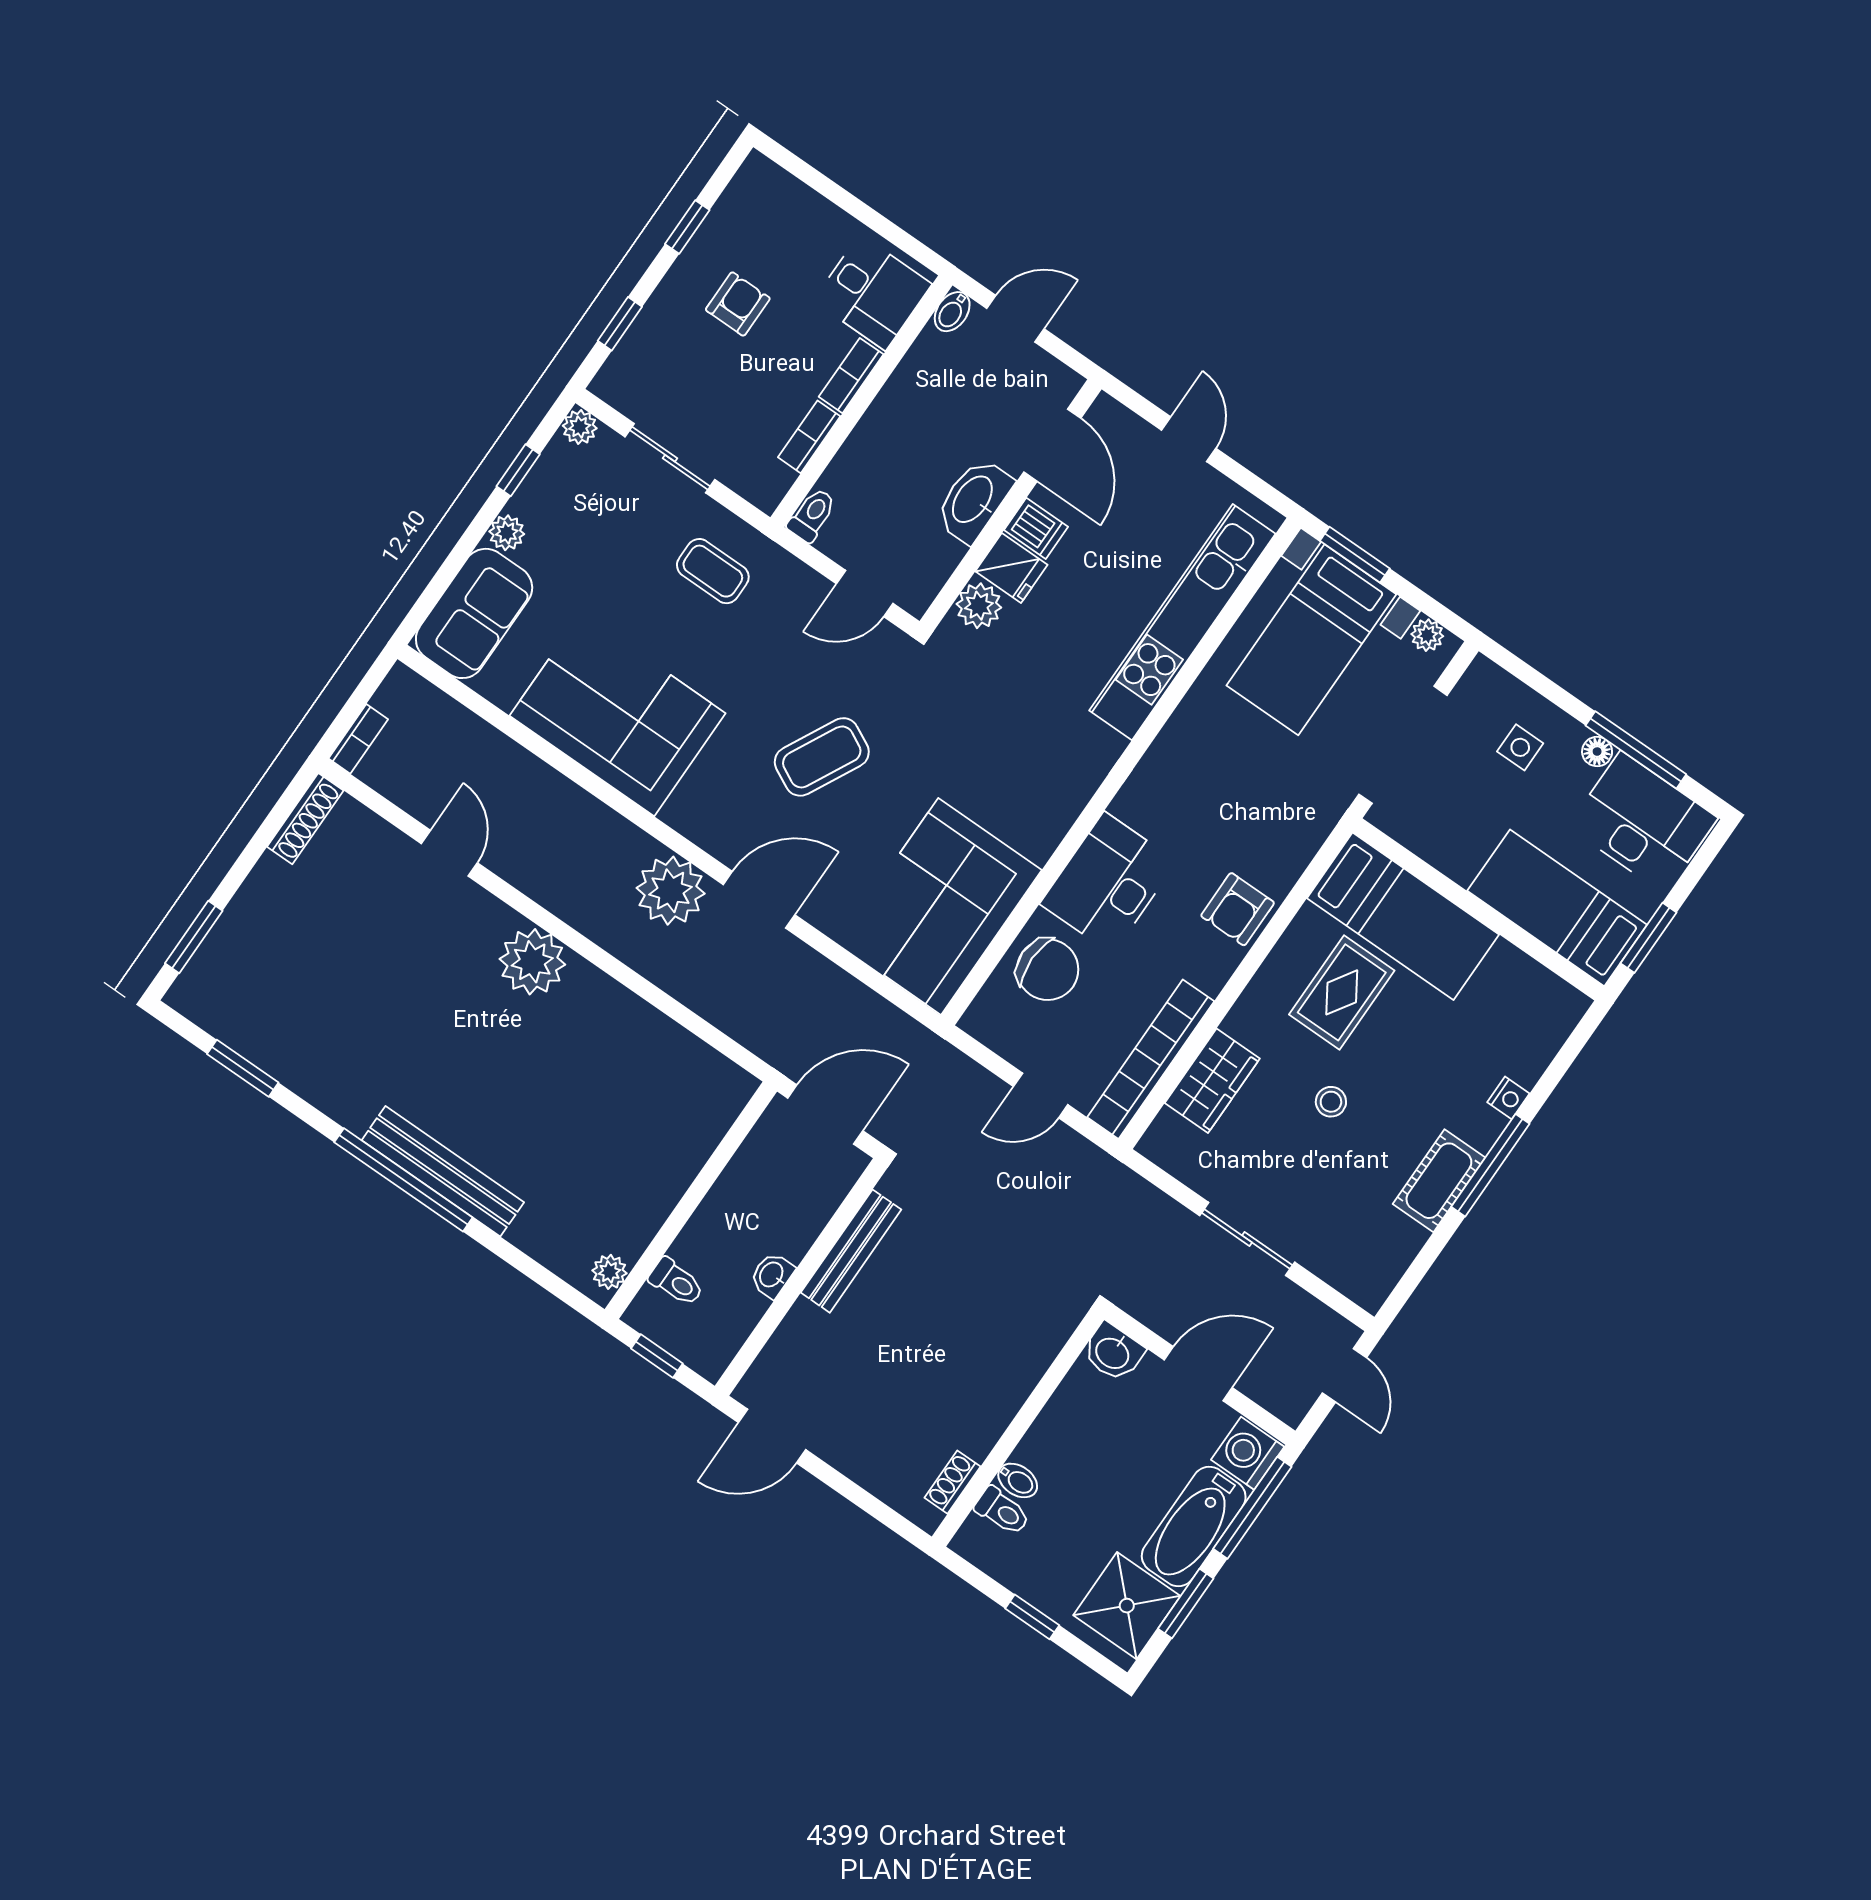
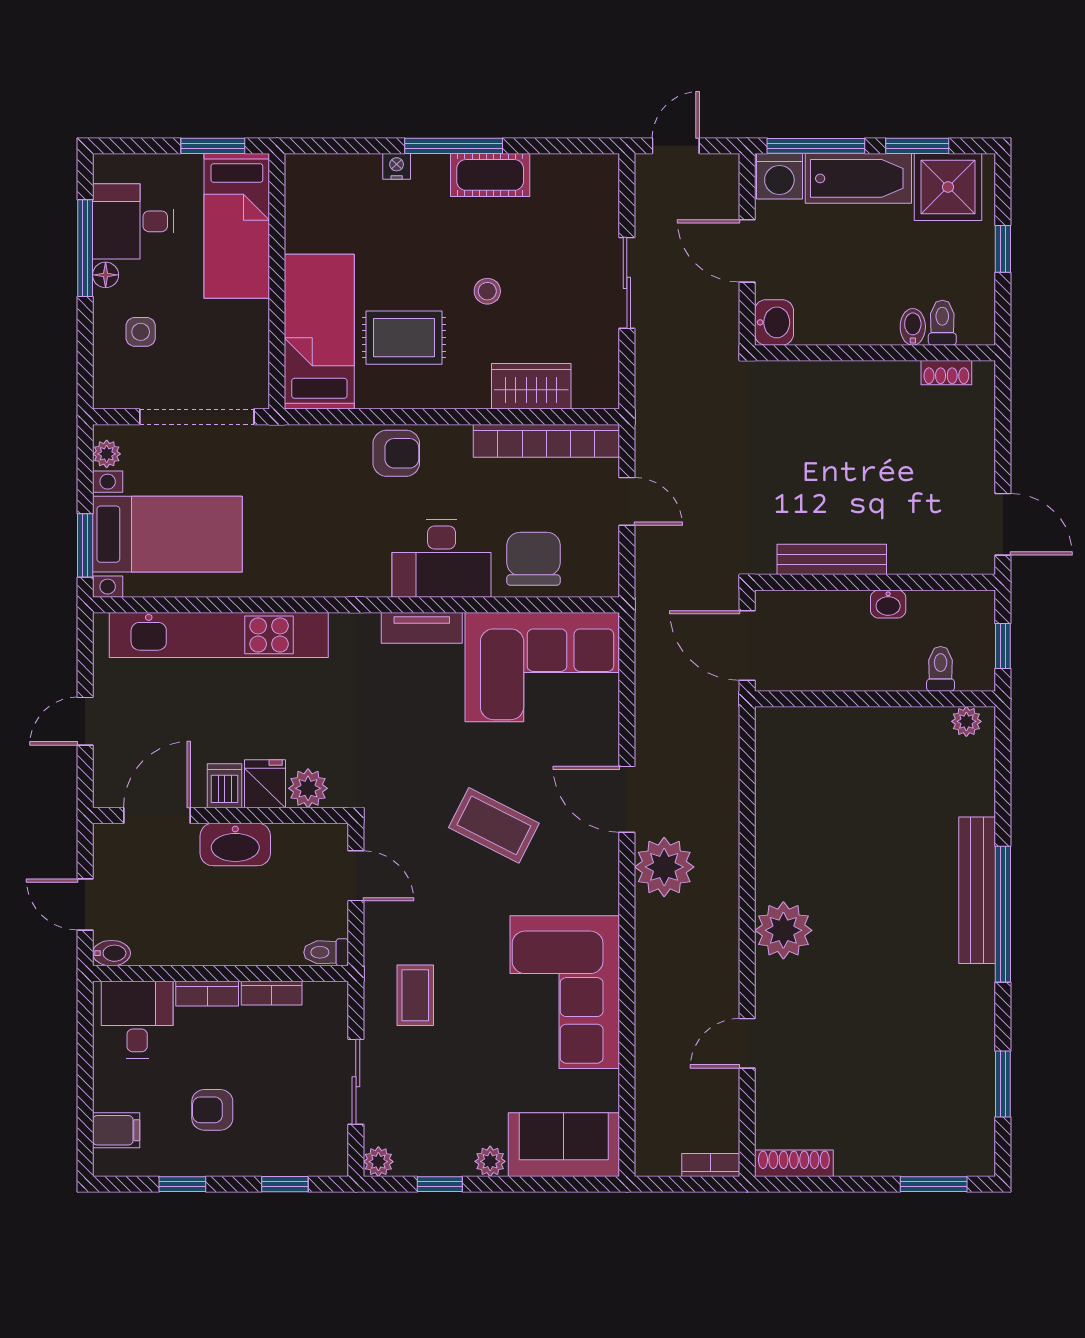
filing cabinet: (782, 200) -> (116, 1130), added
tv unit: (1056, 819) -> (422, 628), added
desk: (1643, 822) -> (133, 221), width x0.73

